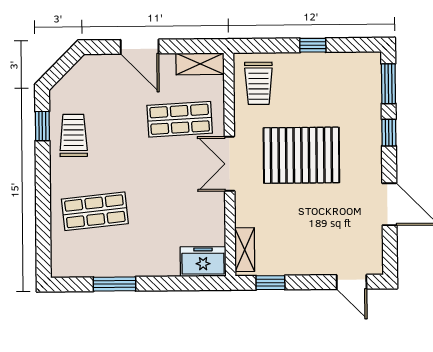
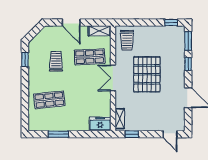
window: (313, 45) -> (171, 23), moved
trolley: (74, 135) -> (56, 61), moved
pallet: (301, 155) -> (147, 74), turned 90

